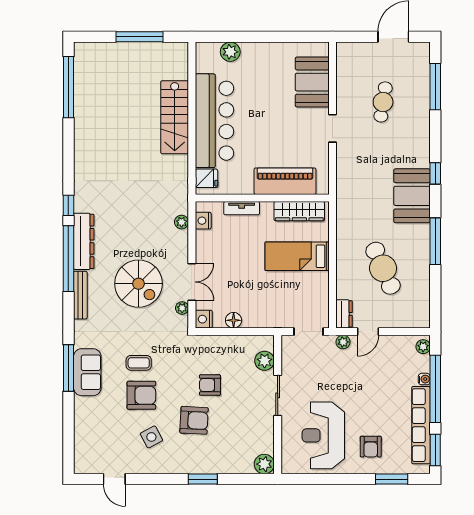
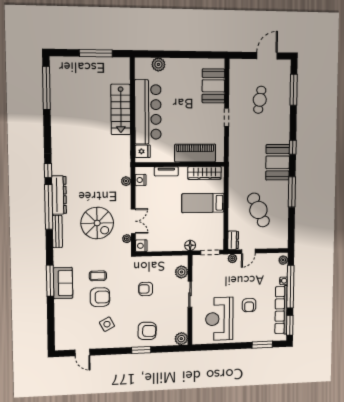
floor lamp: (234, 320) -> (190, 245), moved
armchair: (194, 420) -> (147, 331), moved
armchair: (371, 447) -> (249, 305), moved

